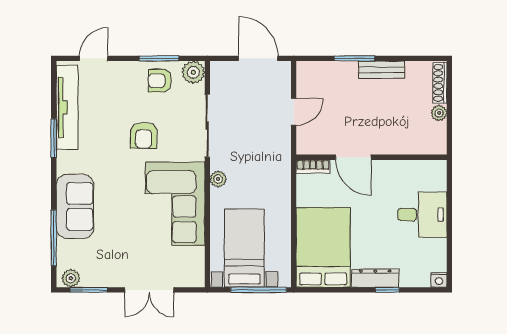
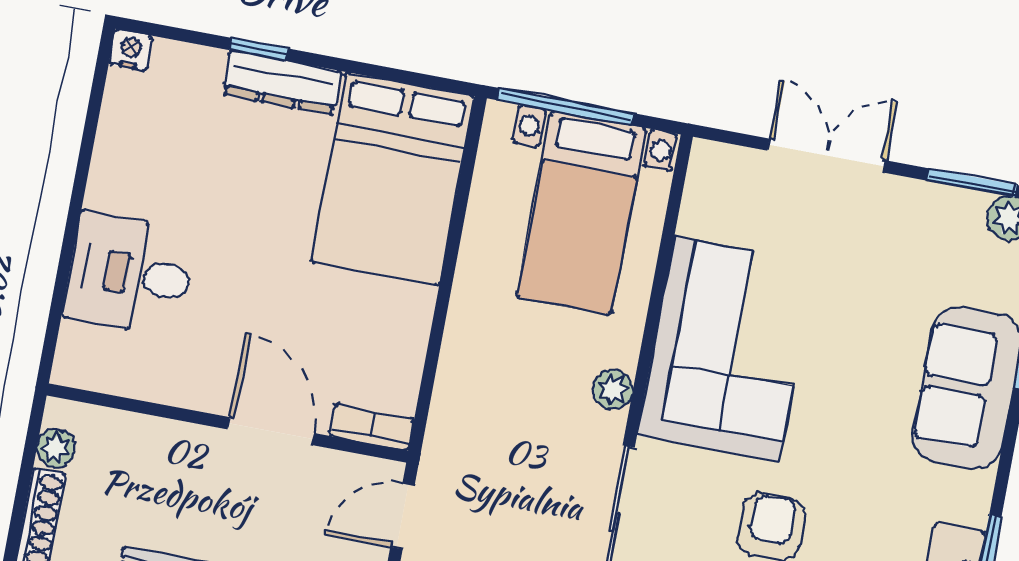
door: (353, 157) -> (271, 431), moved
wall: (372, 157) -> (228, 423), moved
bookcase: (313, 166) -> (372, 427), moved
desk: (422, 215) -> (130, 274), moved

